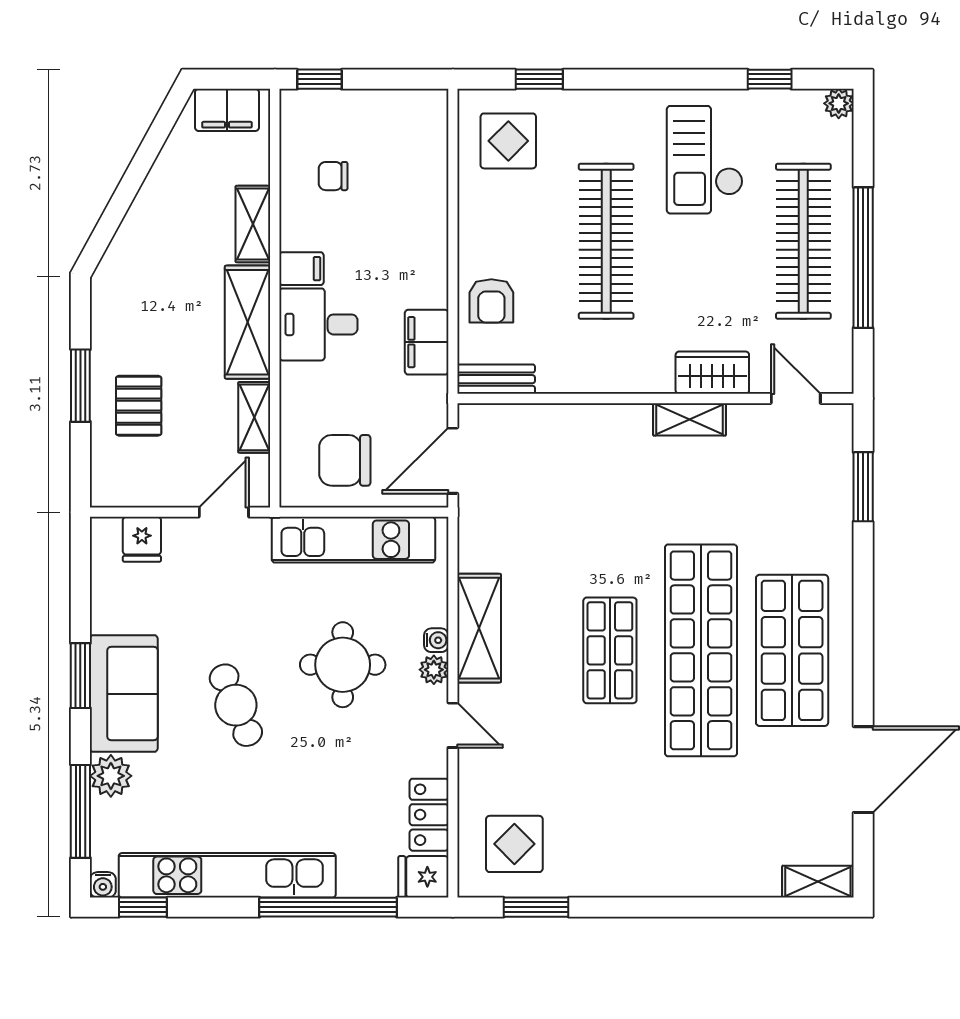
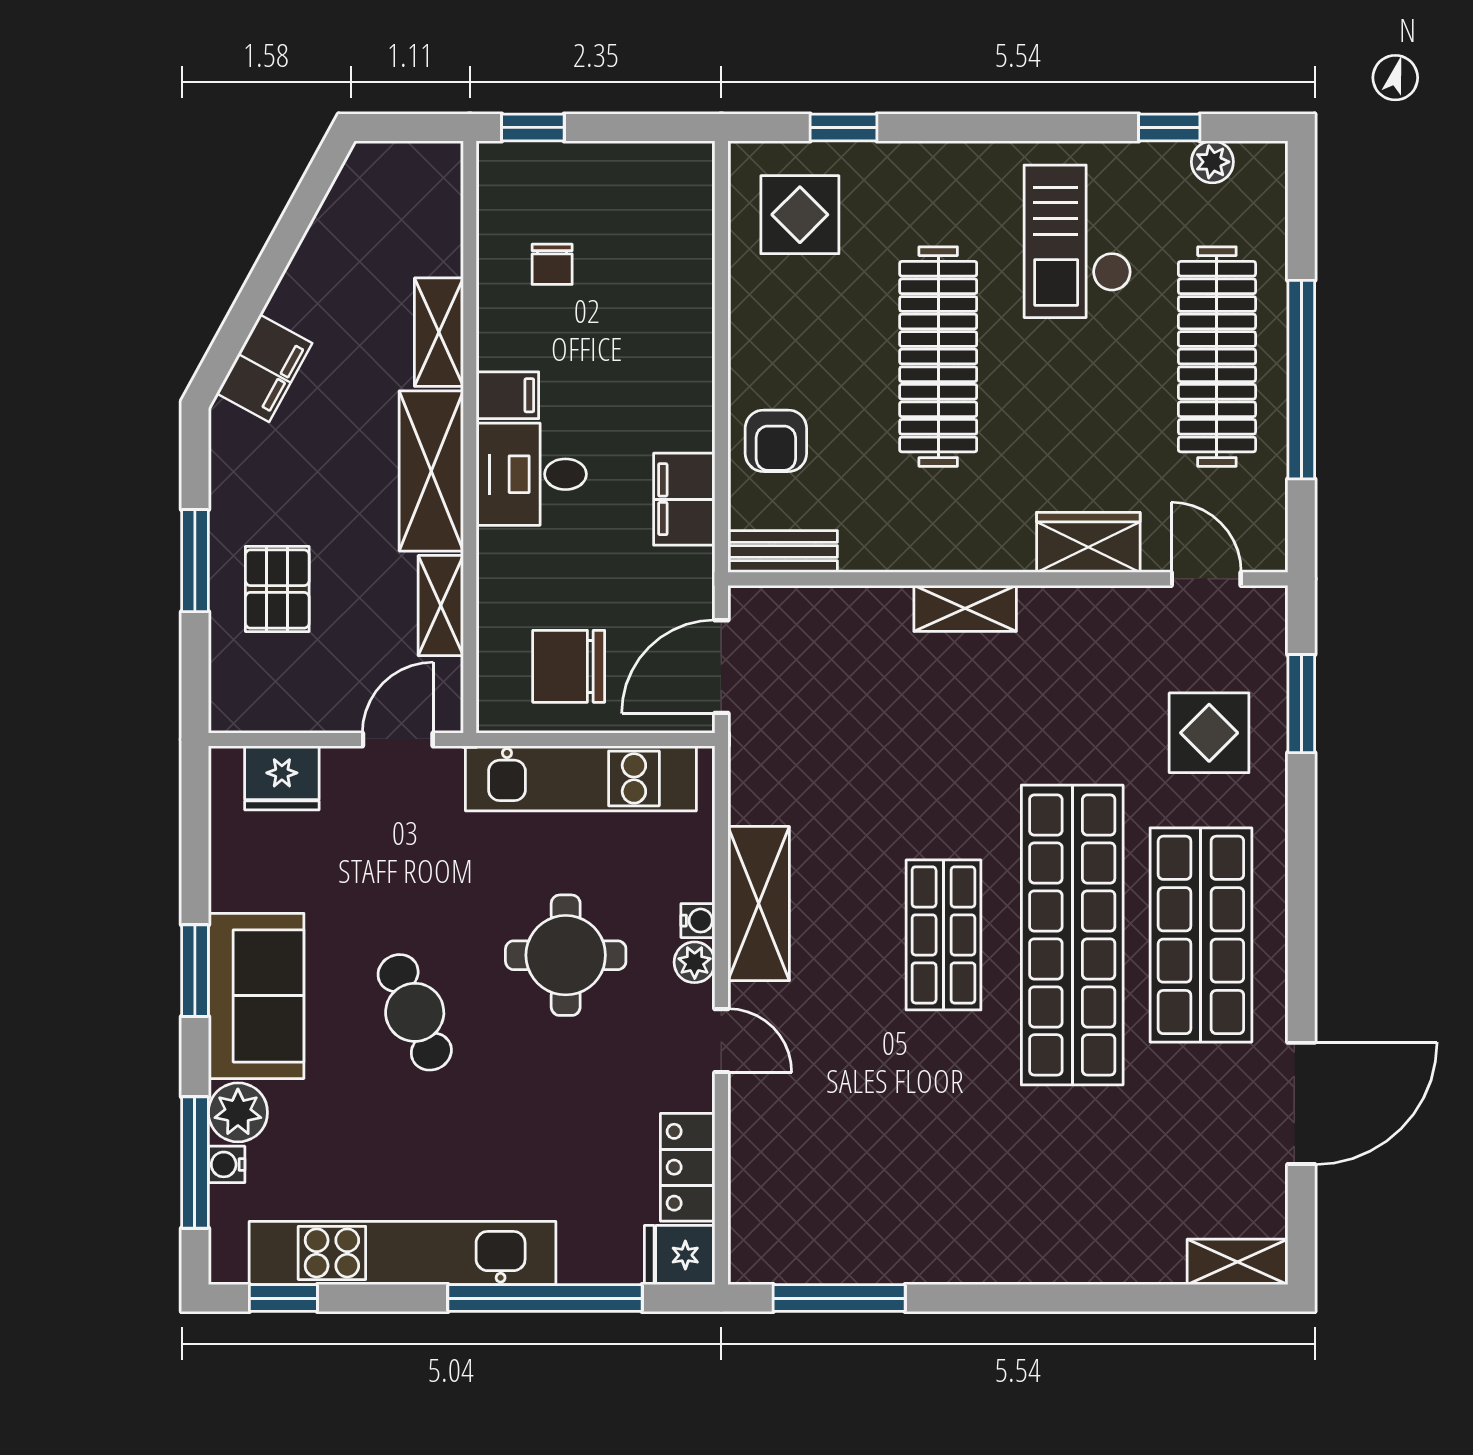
plant: (839, 103) -> (1212, 162), moved
filing cabinet: (227, 110) -> (264, 368), moved, turned -61
chair: (333, 176) -> (552, 264), turned -90
shelving: (690, 419) -> (965, 608), moved
fridge: (142, 539) -> (282, 778), width x1.38
display table: (514, 844) -> (1209, 733), moved
water cooler: (103, 885) -> (227, 1164), moved, turned 90
window: (536, 907) -> (839, 1298), width x1.44

